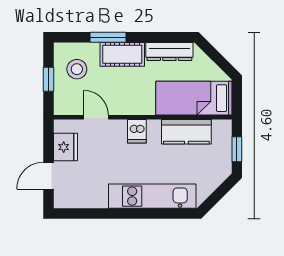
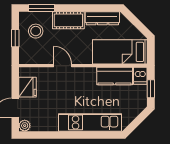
window: (108, 37) -> (41, 8), moved
door: (96, 117) -> (63, 66), moved
dishwasher: (137, 131) -> (140, 76), moved
plant: (61, 200) -> (25, 126), added

